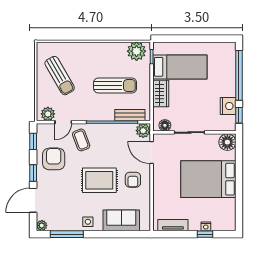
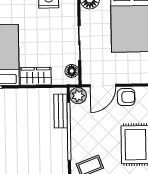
sun lounger: (115, 85) -> (27, 128), removed
armchair: (133, 180) -> (126, 97), moved

